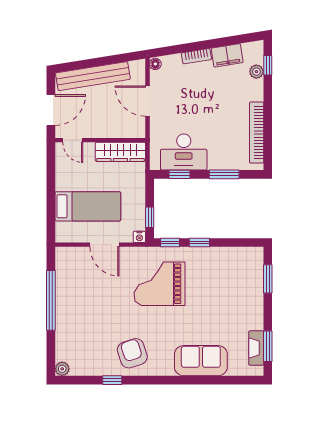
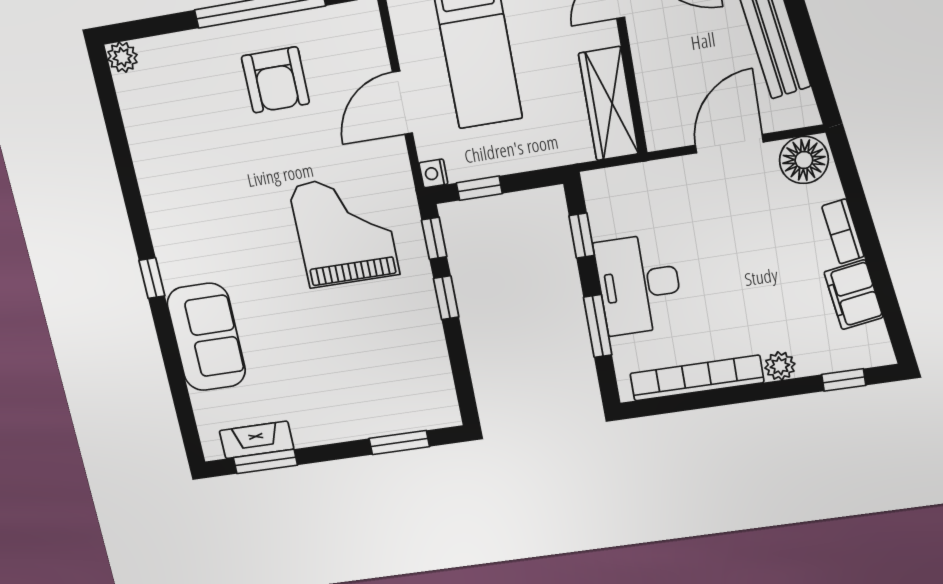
floor lamp: (155, 64) -> (804, 160), width x1.89, depth x1.89
plant: (256, 72) -> (780, 366), moved
desk: (184, 152) -> (639, 284), moved
armchair: (132, 353) -> (275, 80), moved, turned 108
window: (112, 380) -> (152, 278), moved

